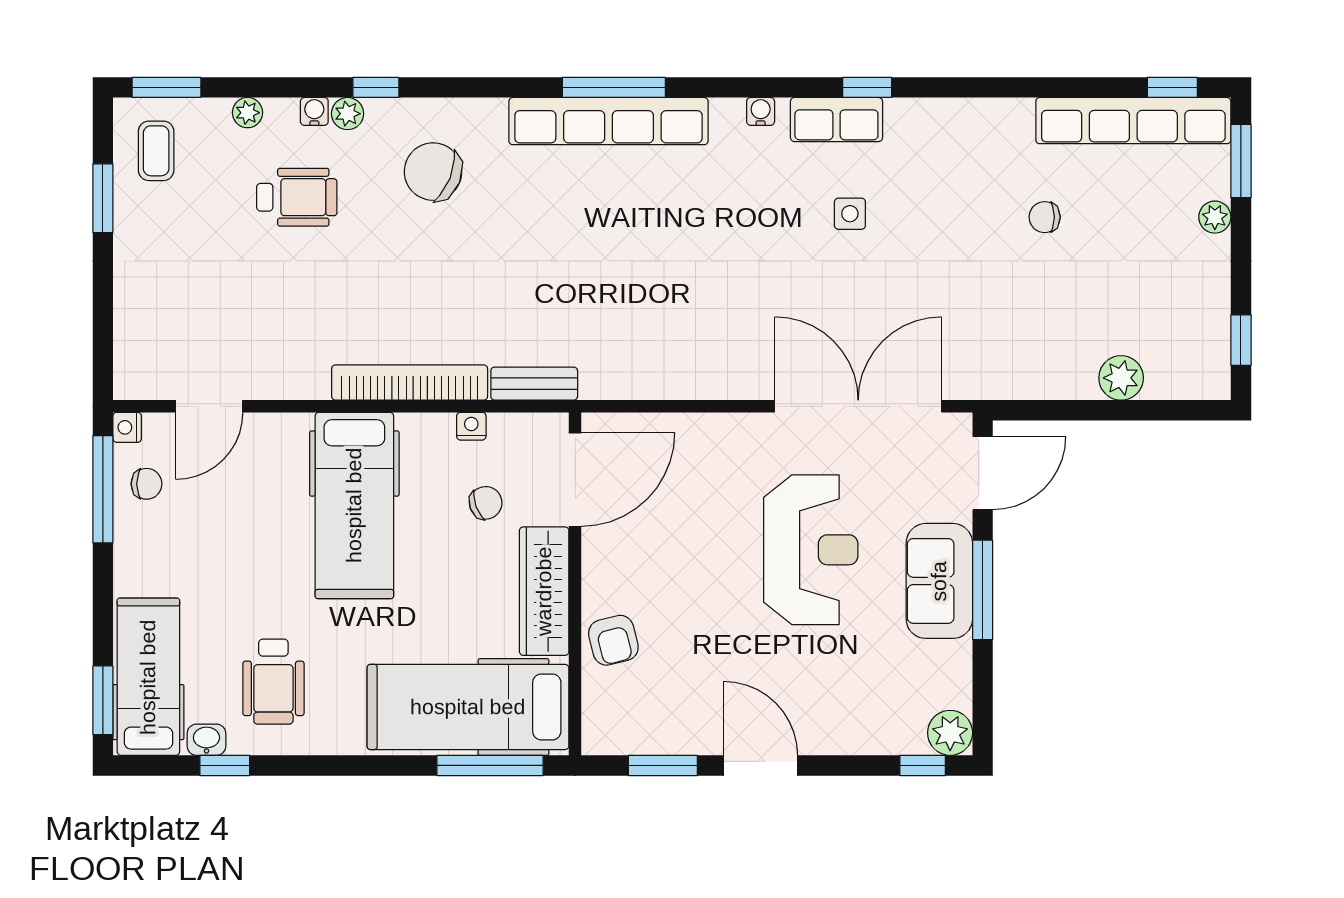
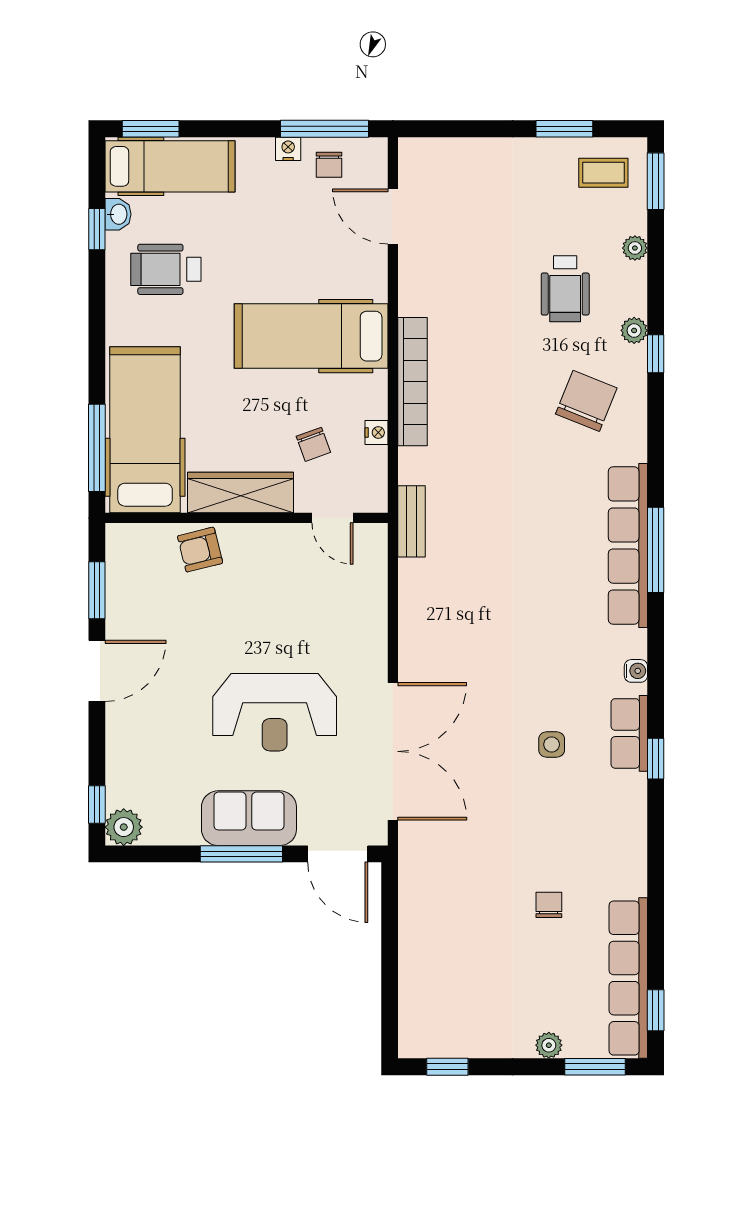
water cooler: (314, 111) -> (636, 303), removed
plant: (1121, 378) -> (416, 968), removed
bench: (534, 384) -> (412, 521), moved
nightstand: (127, 427) -> (288, 149), moved
door: (575, 480) -> (332, 518), width x0.53

